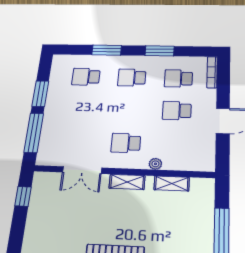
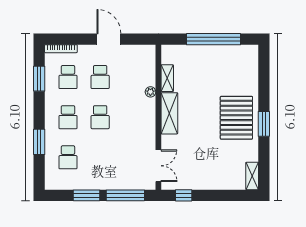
window: (160, 51) -> (39, 79), moved
school desk: (126, 143) -> (100, 117), moved
double door: (82, 170) -> (158, 166), moved
shelving: (127, 182) -> (169, 113), width x1.50, depth x1.33

